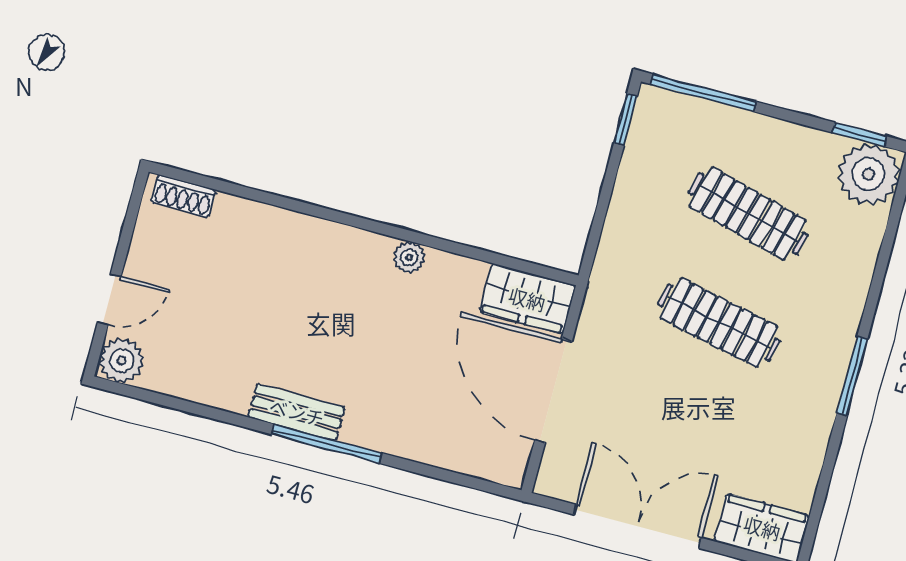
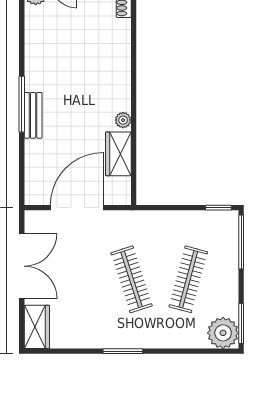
window: (859, 134) -> (241, 323), width x1.50
wardrobe: (527, 299) -> (118, 154), moved
clothes rail: (719, 323) -> (131, 279), turned -30
bench: (297, 412) -> (33, 115), moved

